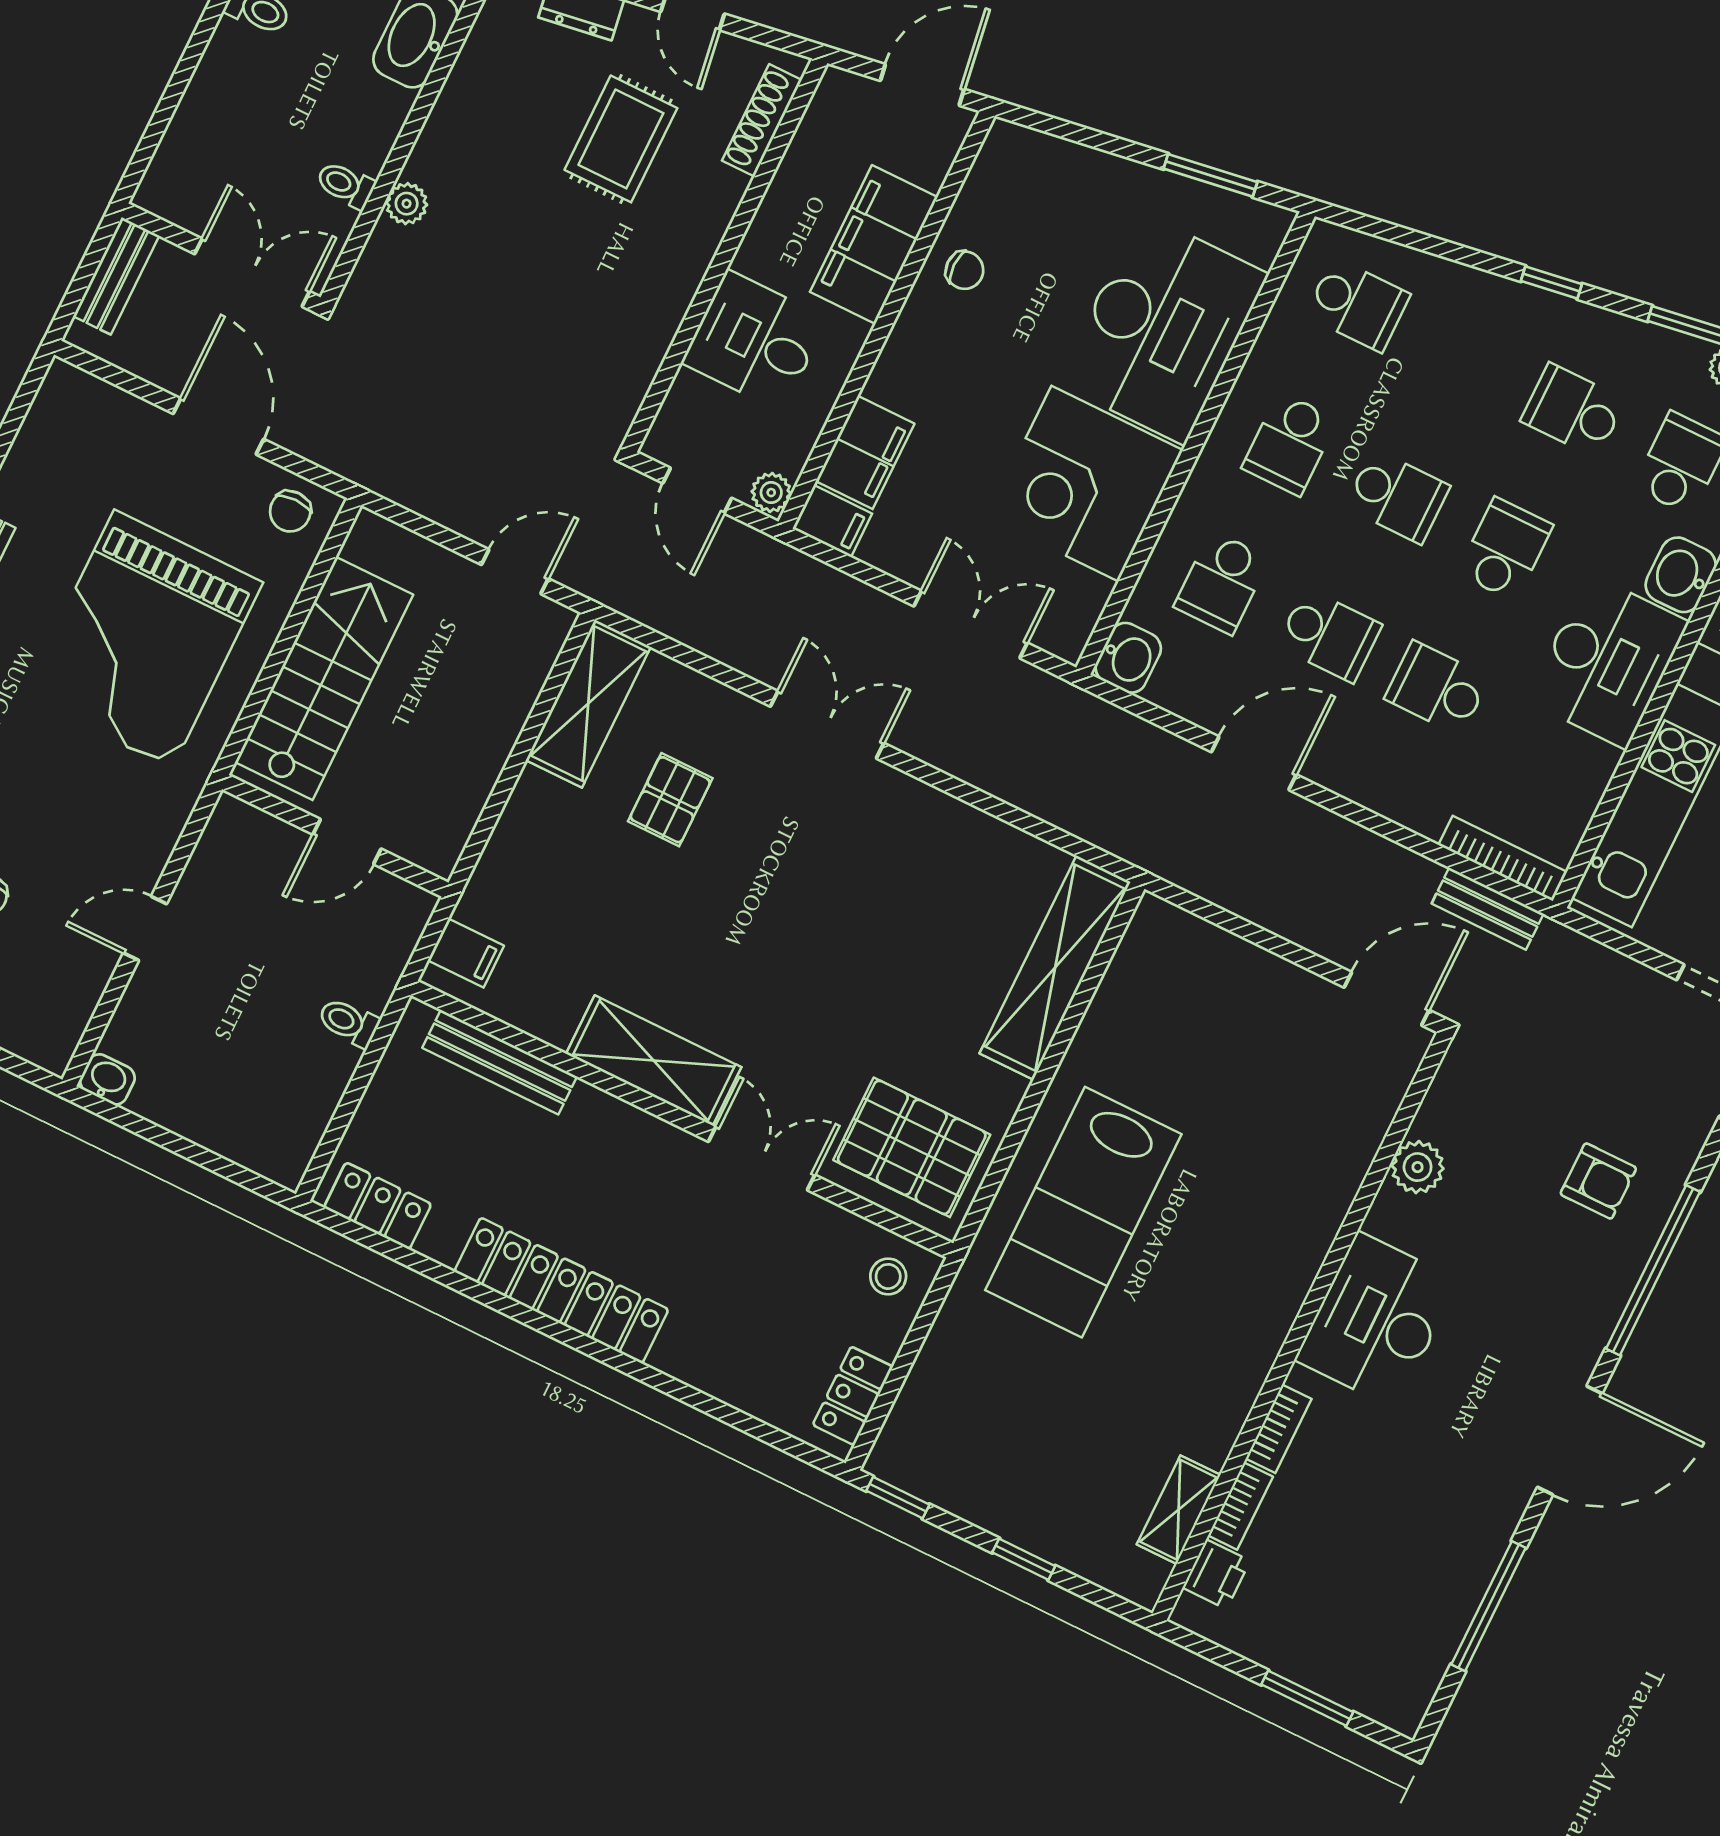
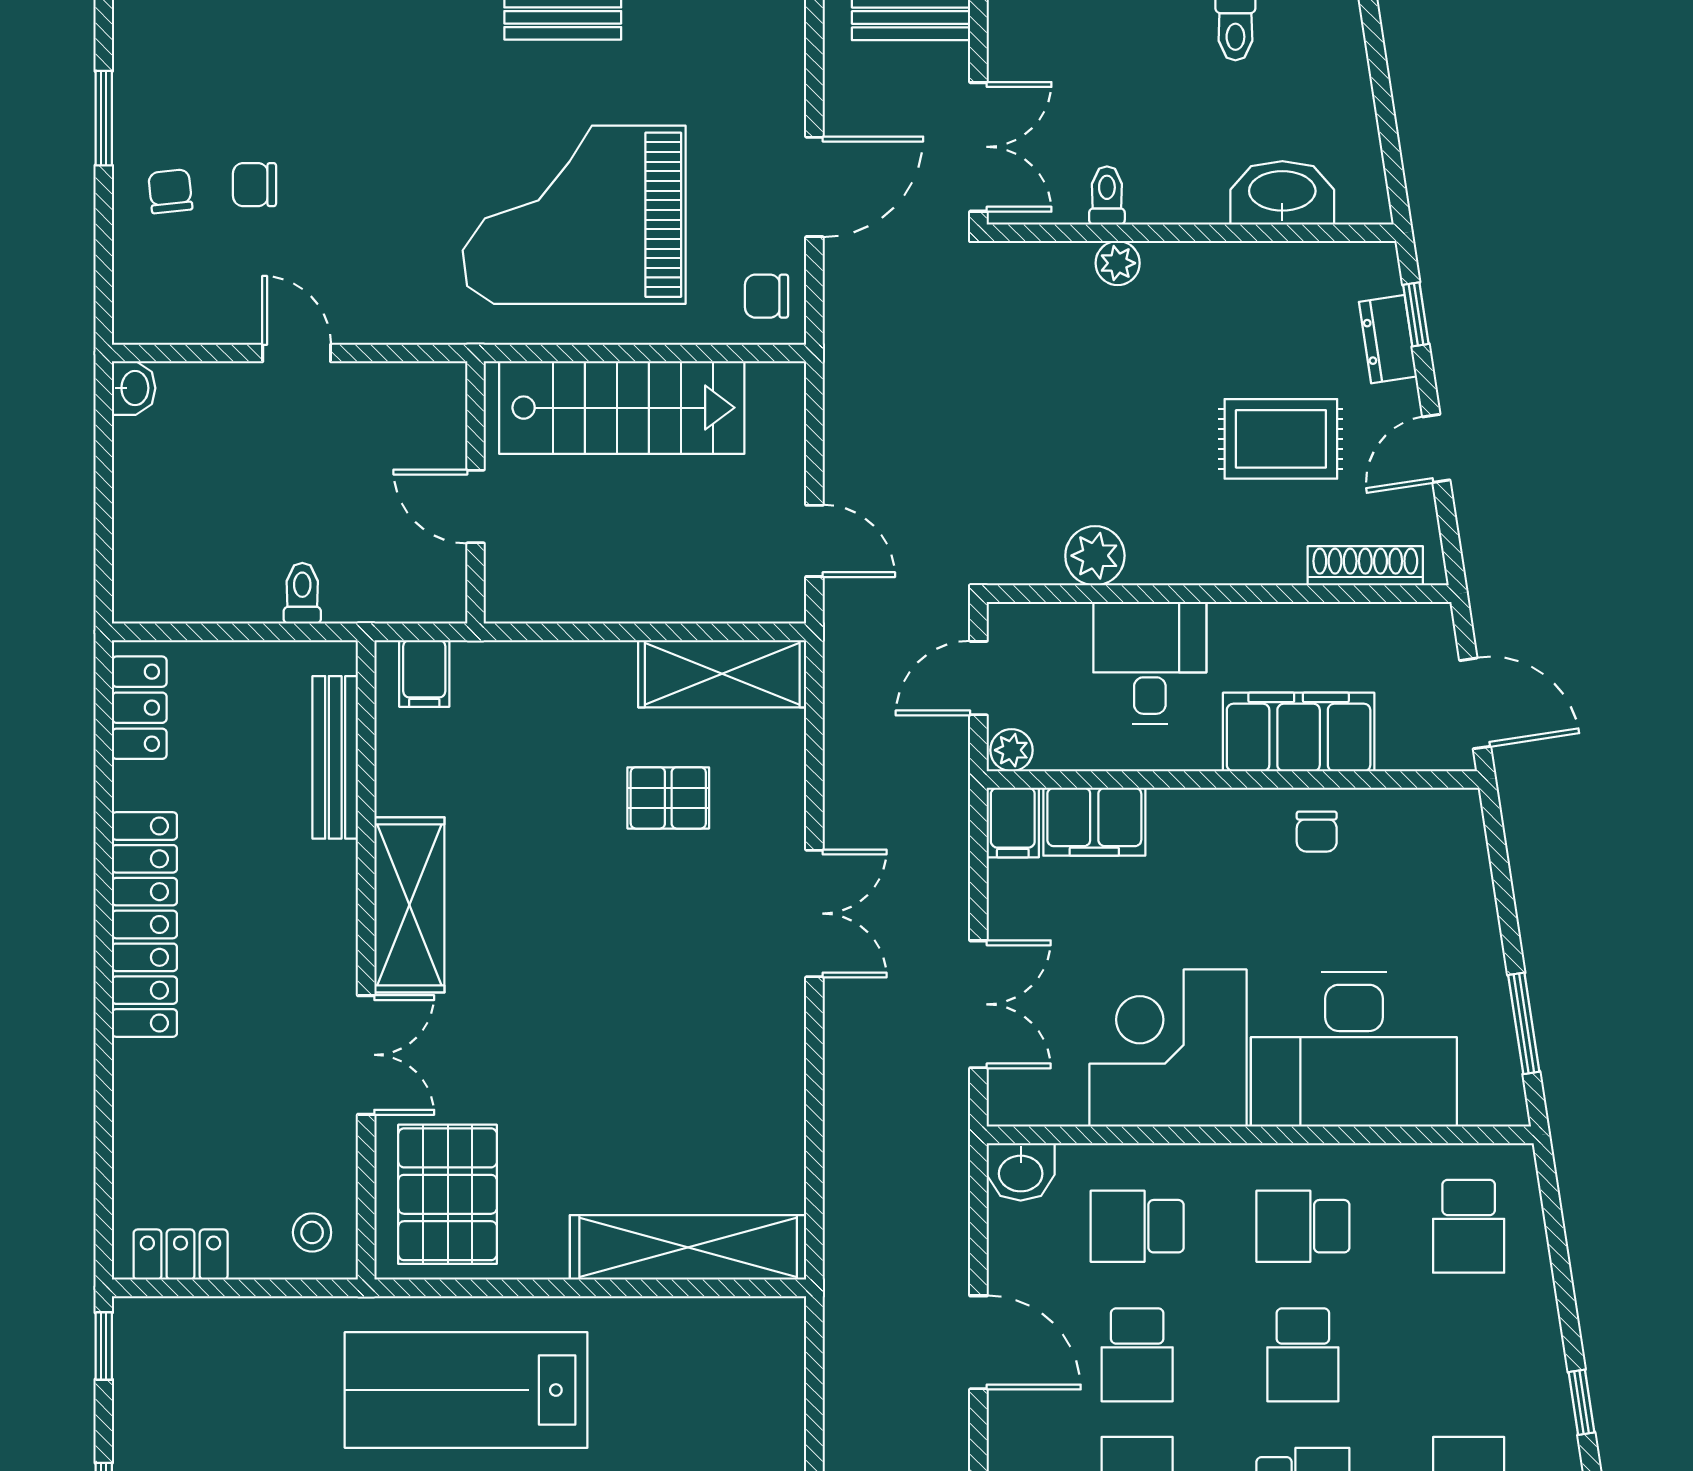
plant: (643, 343) -> (1095, 556), added

